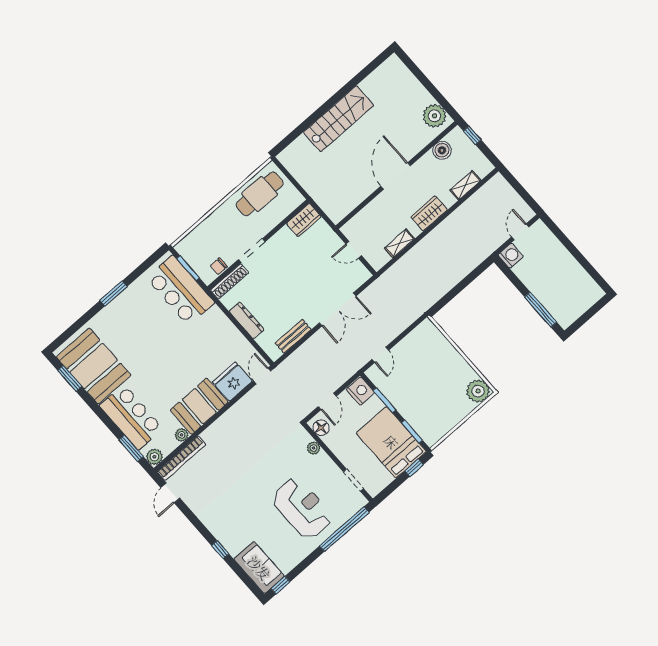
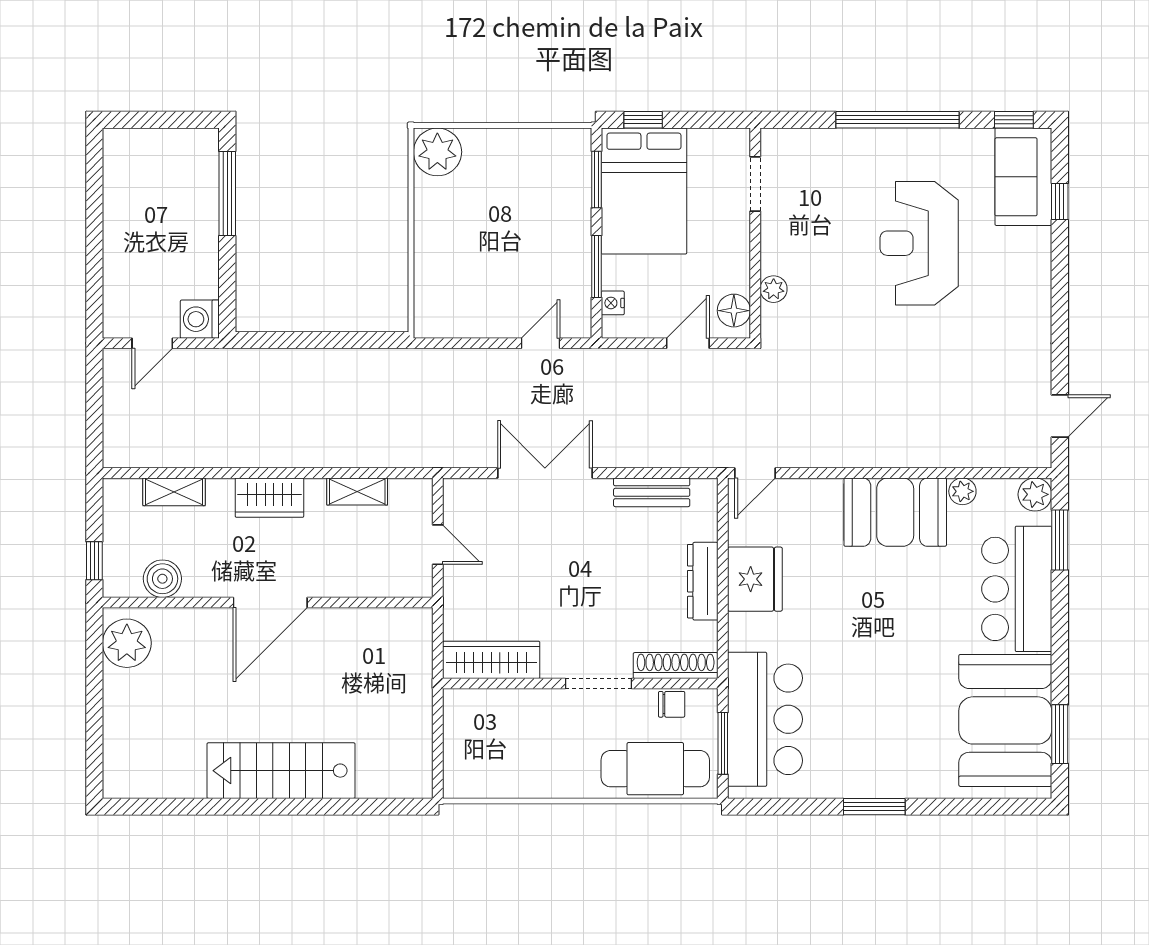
cafe table: (260, 194) -> (655, 769), moved
wardrobe: (304, 220) -> (491, 660), width x1.50
fridge: (232, 382) -> (755, 579), moved, turned -90
nightstand: (360, 391) -> (613, 303), width x0.53, depth x0.56
bookcase: (181, 458) -> (994, 455), removed
reception desk: (302, 508) -> (919, 243), moved
window: (344, 529) -> (898, 120), moved
window: (220, 550) -> (1060, 201), moved

